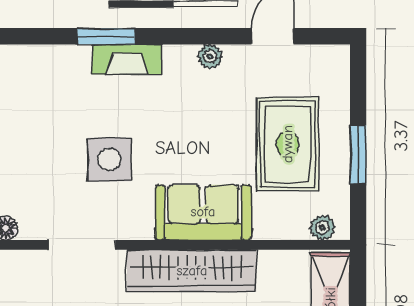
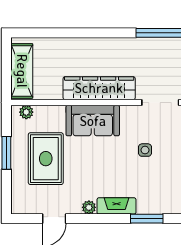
fireplace: (127, 59) -> (116, 206), moved
side table: (109, 160) -> (145, 150), width x0.54, depth x0.54

